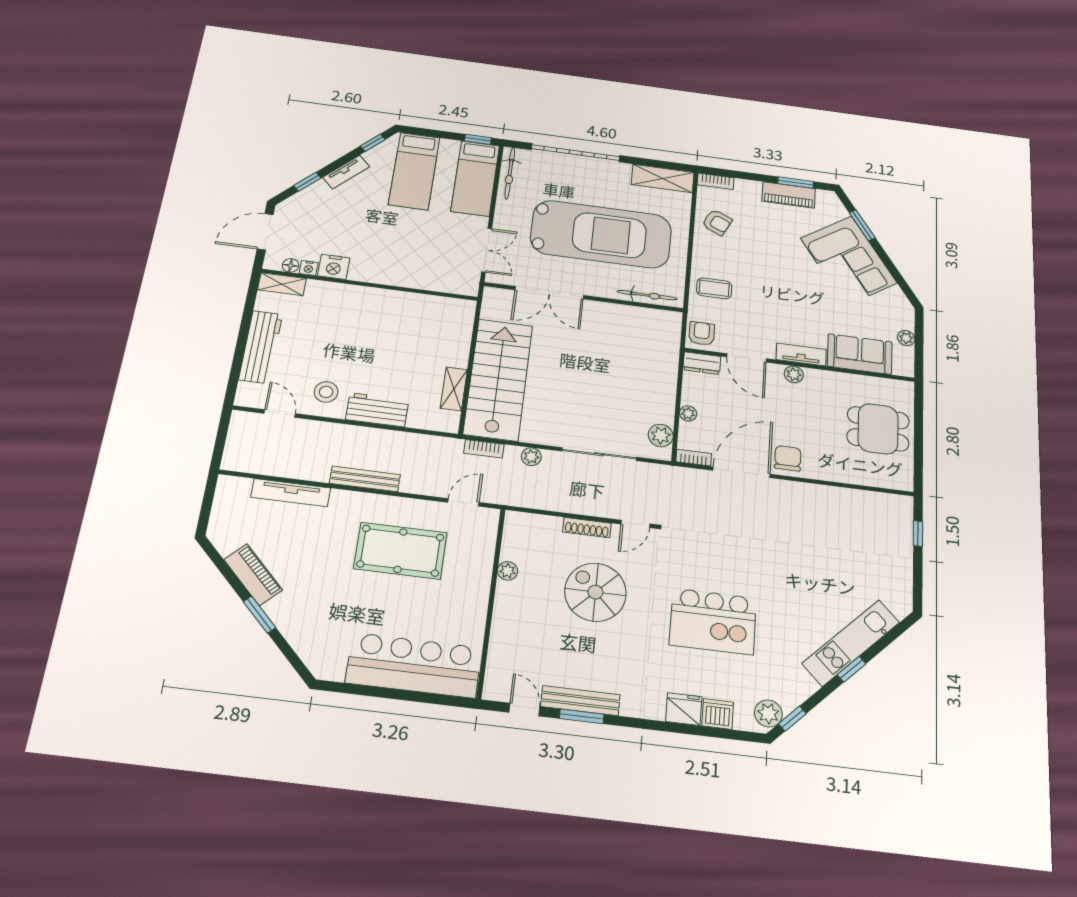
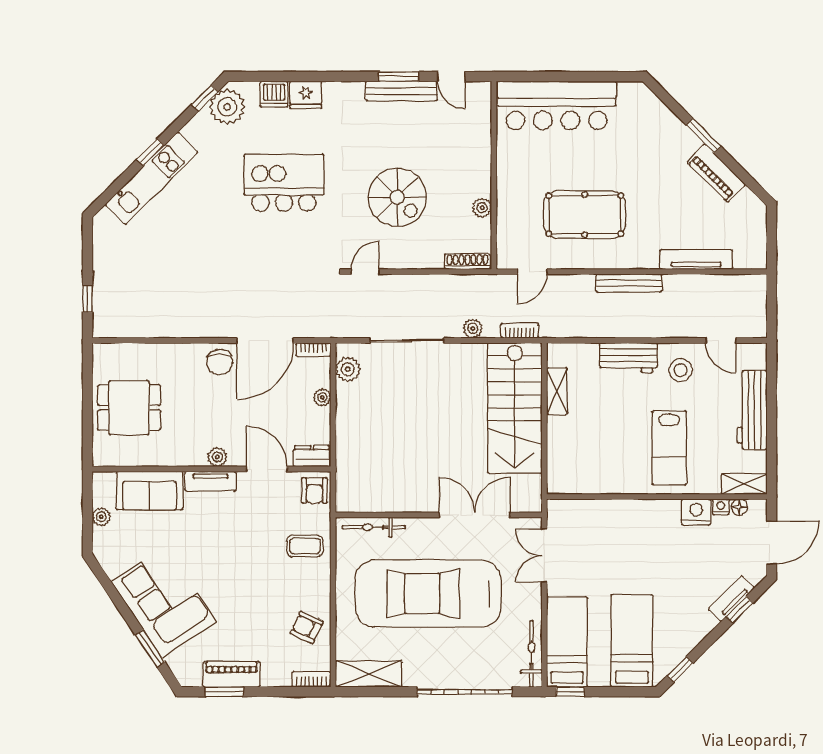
tv unit: (346, 172) -> (731, 599), moved
lab bench: (350, 325) -> (669, 448), added
shoe rack: (587, 528) -> (467, 262), moved
plant: (768, 714) -> (227, 107), width x1.36, depth x1.36

